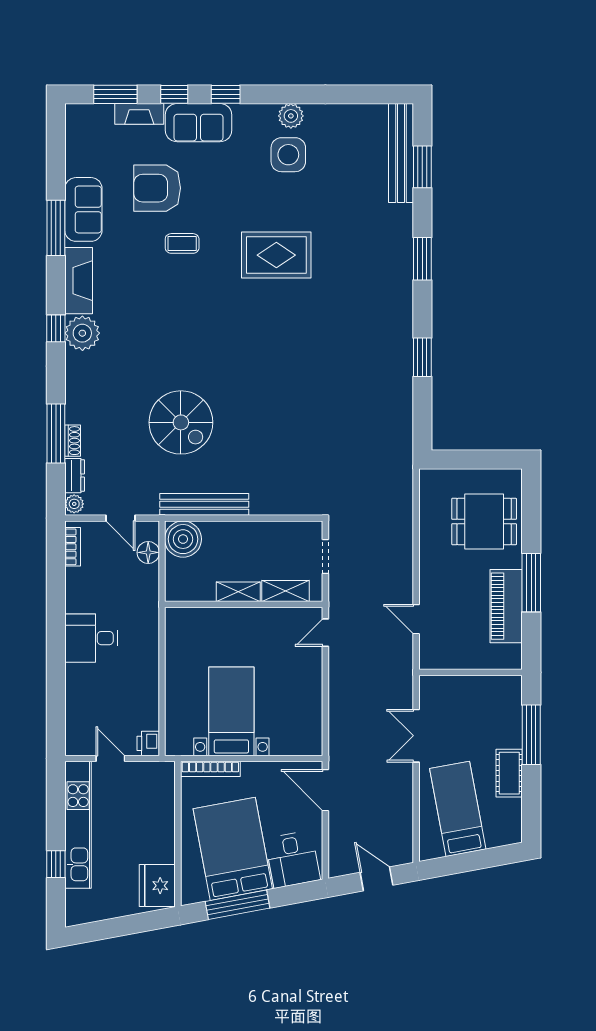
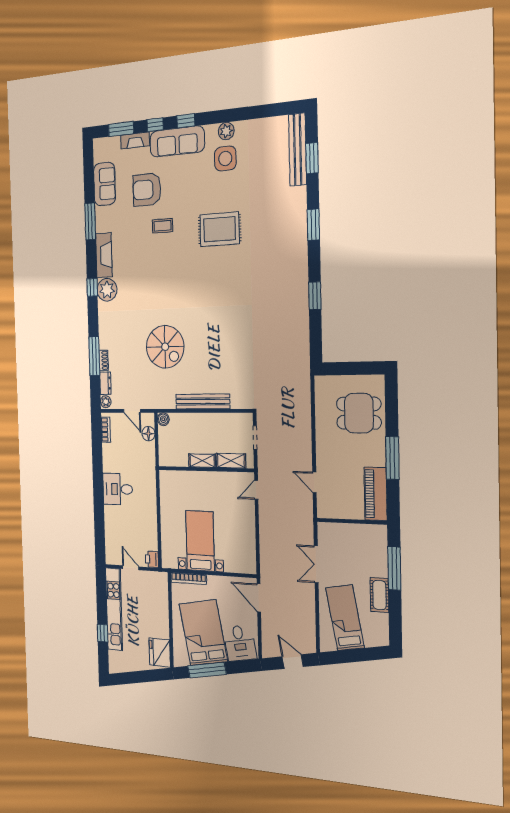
sofa: (199, 123) -> (177, 141), width x1.36
sofa: (83, 209) -> (105, 184), moved
bench: (204, 504) -> (203, 401), moved
boiler: (183, 539) -> (163, 419), width x0.54, depth x0.54
piano: (506, 606) -> (376, 494), moved

